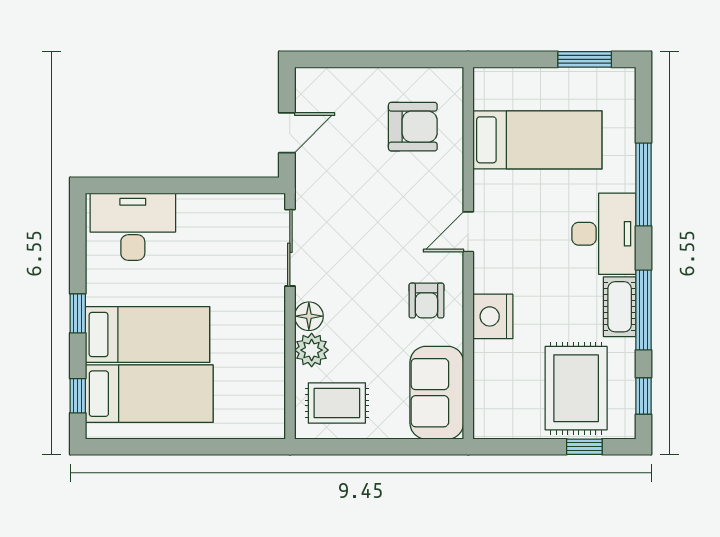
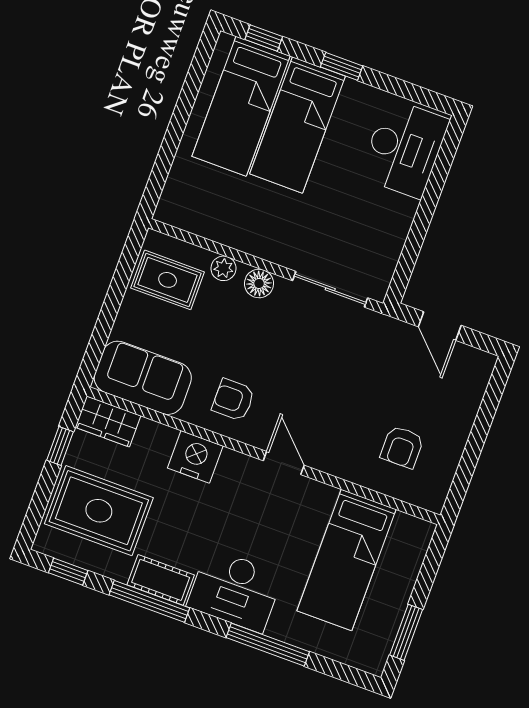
armchair: (413, 127) -> (402, 447), width x0.72, depth x0.72
plant: (312, 350) -> (223, 268), width x0.73, depth x0.73
rug: (337, 403) -> (168, 280), turned 90
wardrobe: (490, 410) -> (108, 421), added
window: (584, 447) -> (60, 446), moved

